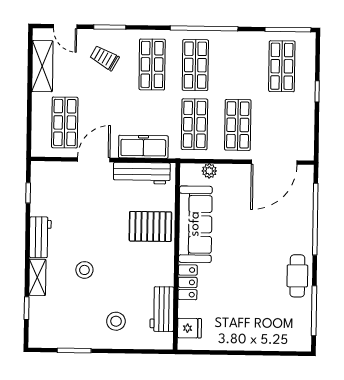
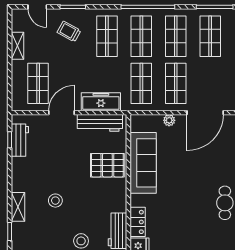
shelving: (42, 66) -> (18, 46), width x0.67, depth x0.75
shop shelf: (239, 66) -> (176, 36), added
plant: (209, 171) -> (169, 120), moved
workbench: (40, 237) -> (20, 140), moved
locker: (188, 282) -> (138, 222), moved

